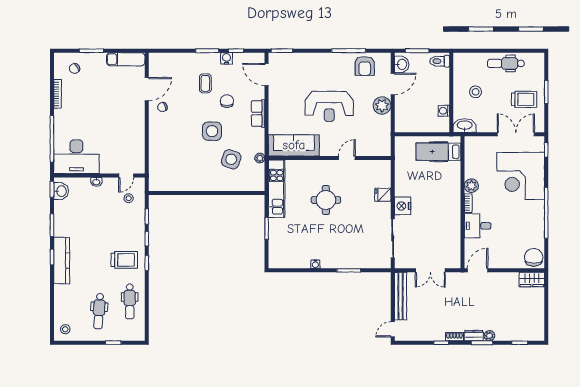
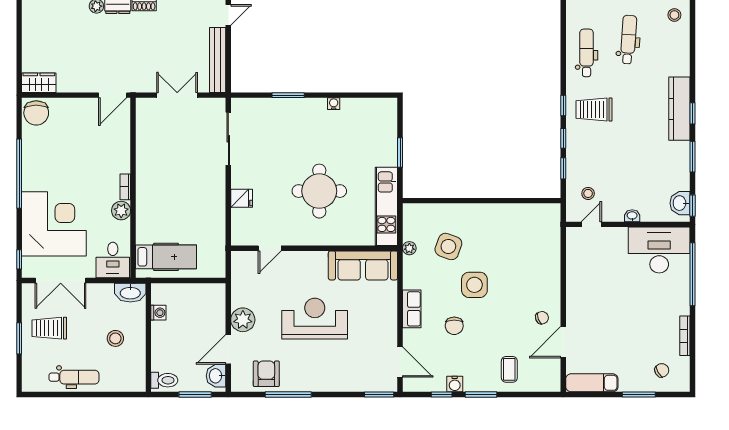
coffee table: (205, 83) -> (509, 369), moved
door: (347, 158) -> (270, 248), moved
round table: (326, 200) -> (319, 191), width x1.36, depth x1.36
nightstand: (403, 206) -> (215, 183), removed
desk: (478, 226) -> (113, 260), moved, turned 90

